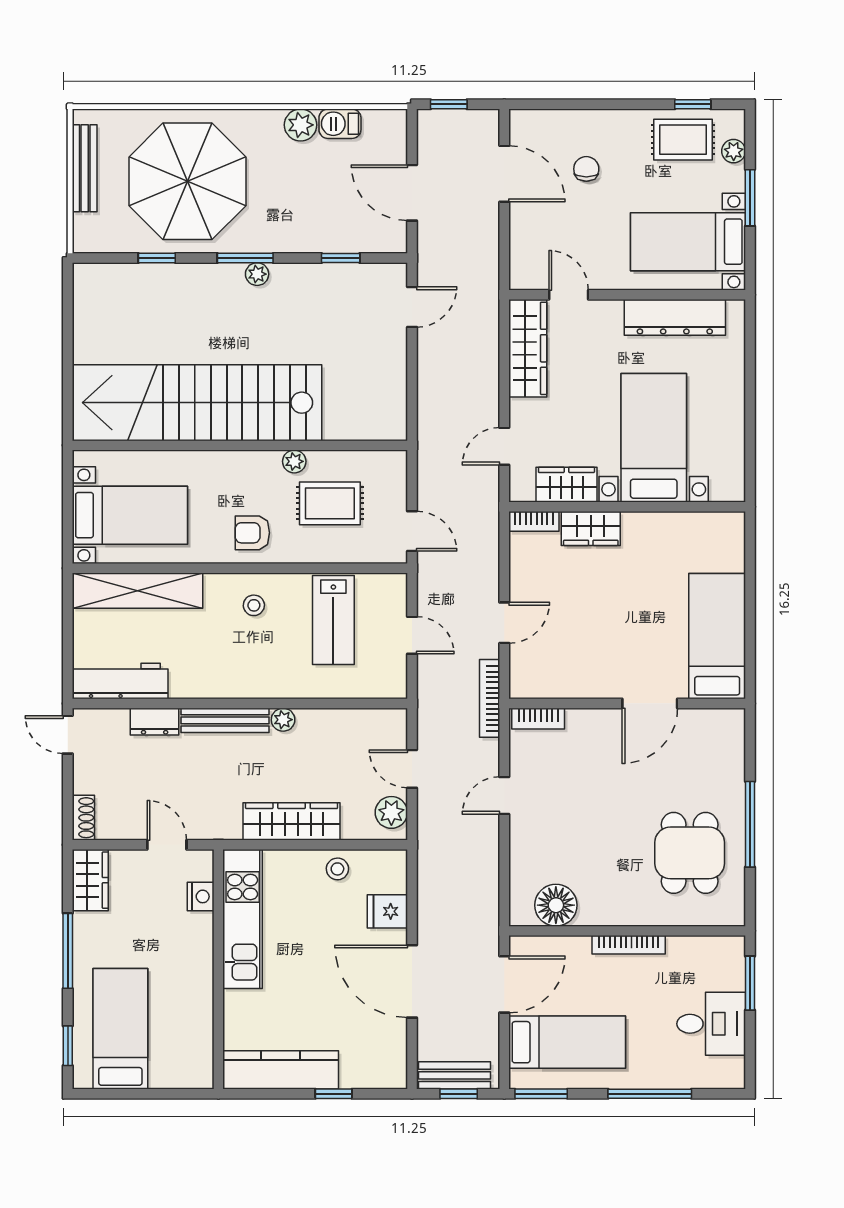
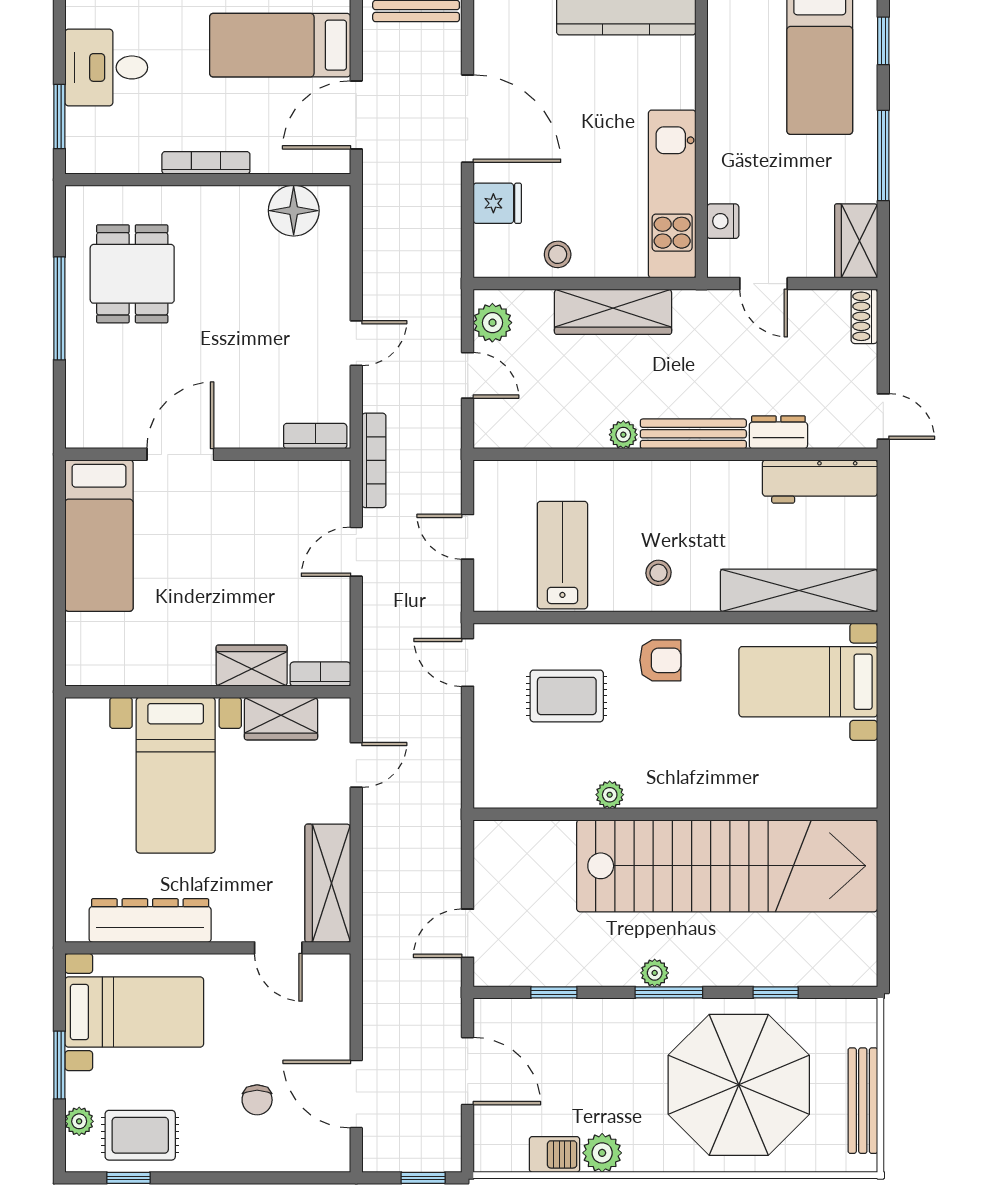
stairs: (197, 403) -> (727, 866), moved
wall: (240, 445) -> (675, 814), moved
plant: (294, 461) -> (610, 795), moved

